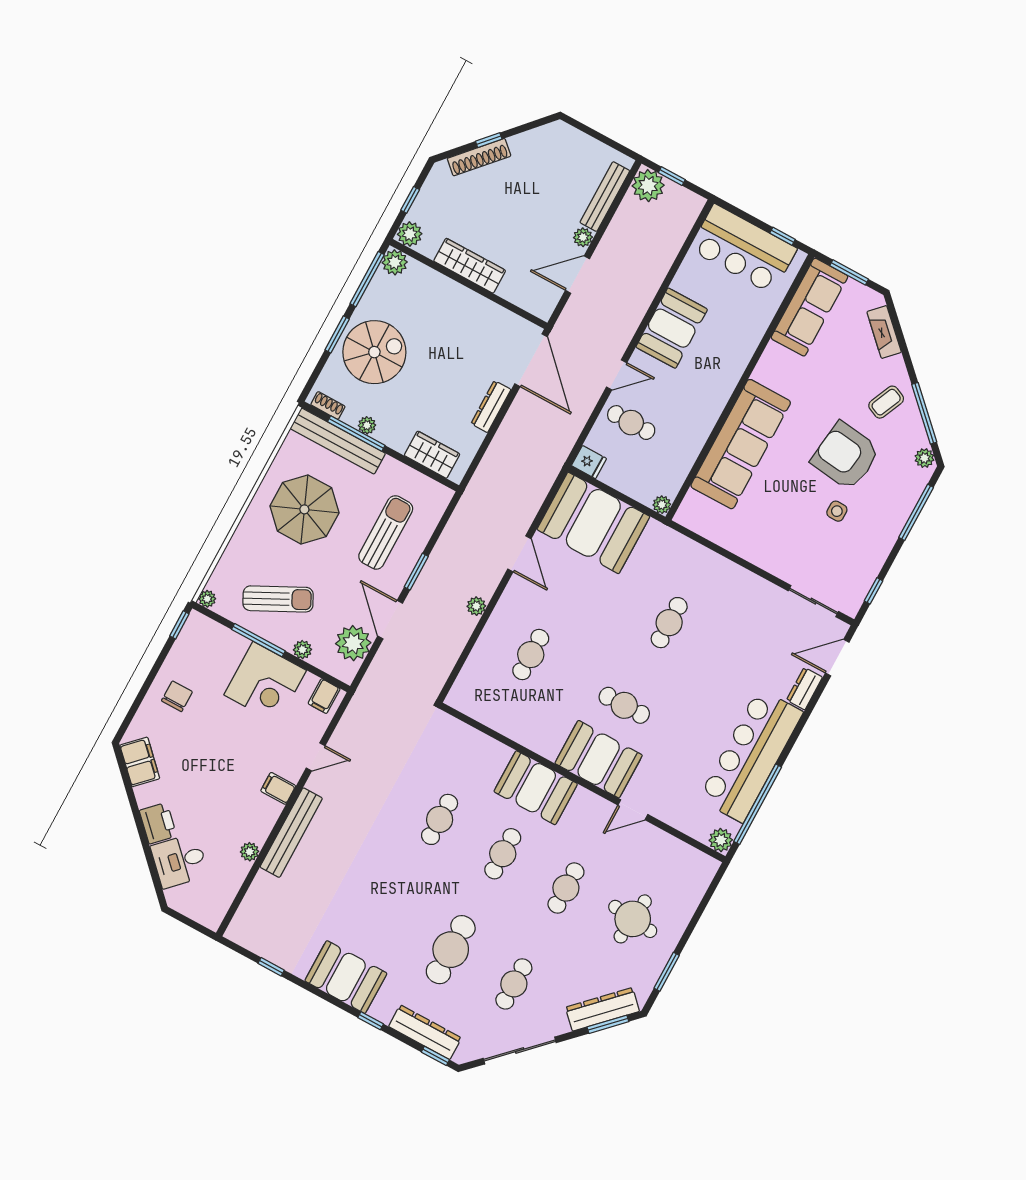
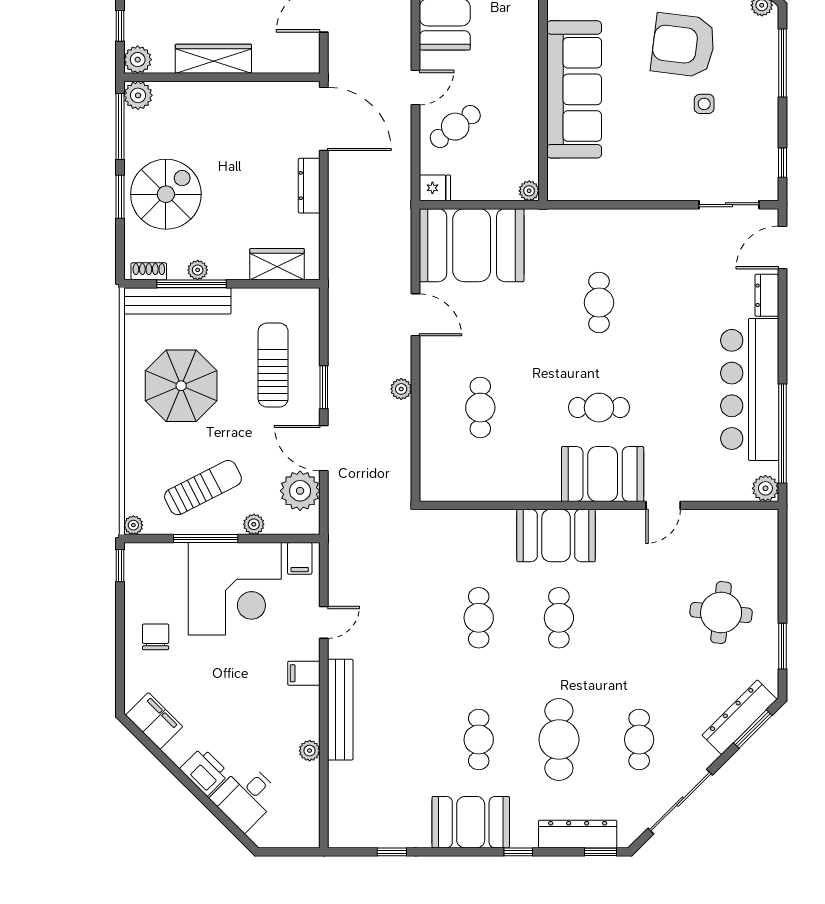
cafe table: (631, 423) -> (455, 127), turned -37
corner desk: (265, 683) -> (235, 589), width x1.36, depth x1.36
cafe table: (566, 888) -> (479, 740), moved

